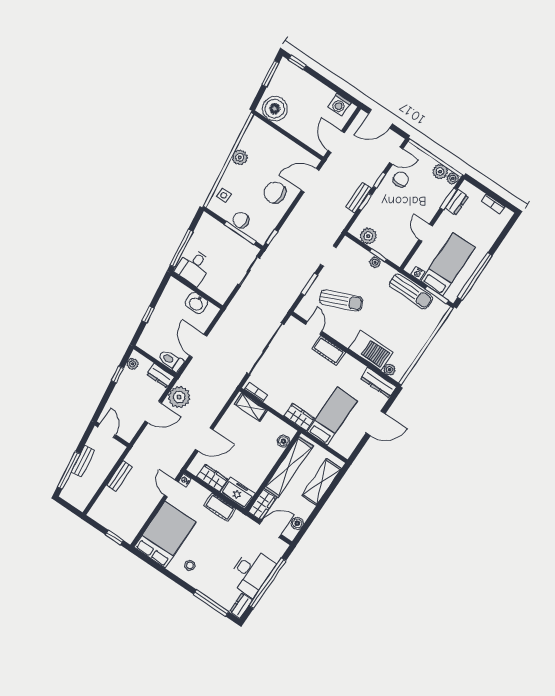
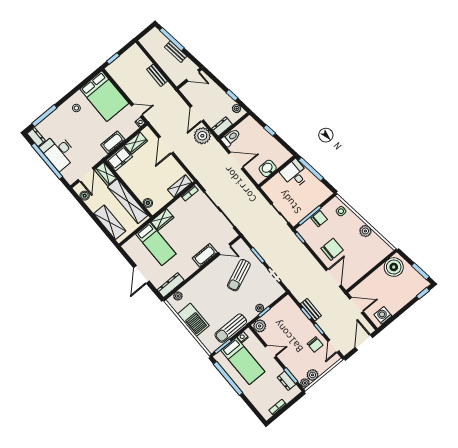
plant: (368, 236) -> (260, 326), moved
barbecue: (371, 350) -> (193, 320), moved, turned -90

